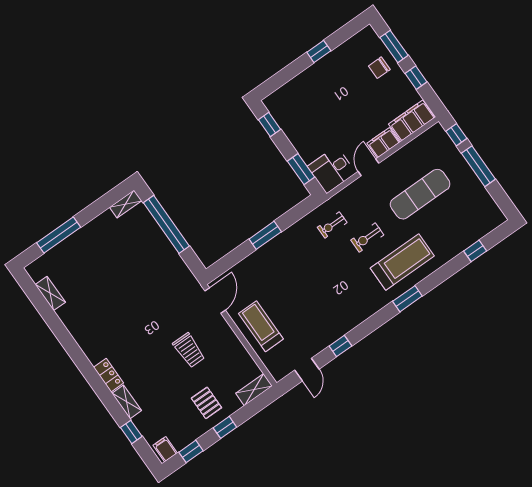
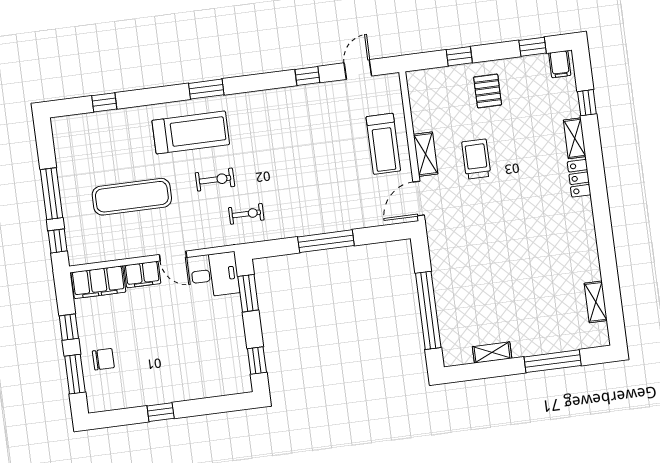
door: (369, 167) -> (173, 256), hinge flipped
shelving: (126, 204) -> (492, 352), moved
window: (265, 235) -> (326, 241), width x1.44
treadmill: (402, 262) -> (191, 132), turned 180
shelving: (254, 390) -> (426, 154), moved, turned 90
window: (225, 427) -> (459, 56), moved

